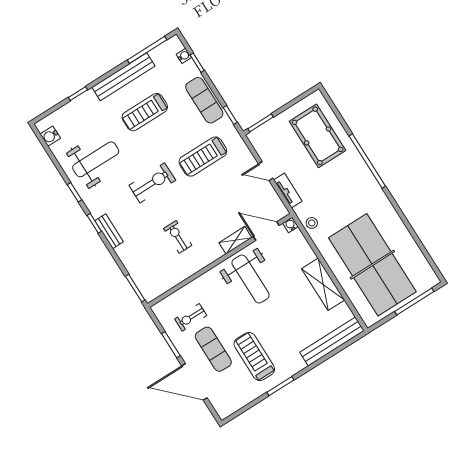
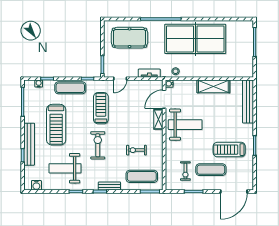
bench: (123, 77) -> (29, 144), moved
treadmill: (145, 112) -> (56, 125), width x1.37, depth x1.38
treadmill: (203, 157) -> (101, 108), turned 180
weight bench: (96, 159) -> (65, 168), turned -90
door: (266, 171) -> (120, 79), moved
exercise mat: (148, 265) -> (142, 176), added
table tennis table: (372, 265) -> (195, 39), moved
door: (194, 382) -> (234, 191), moved

